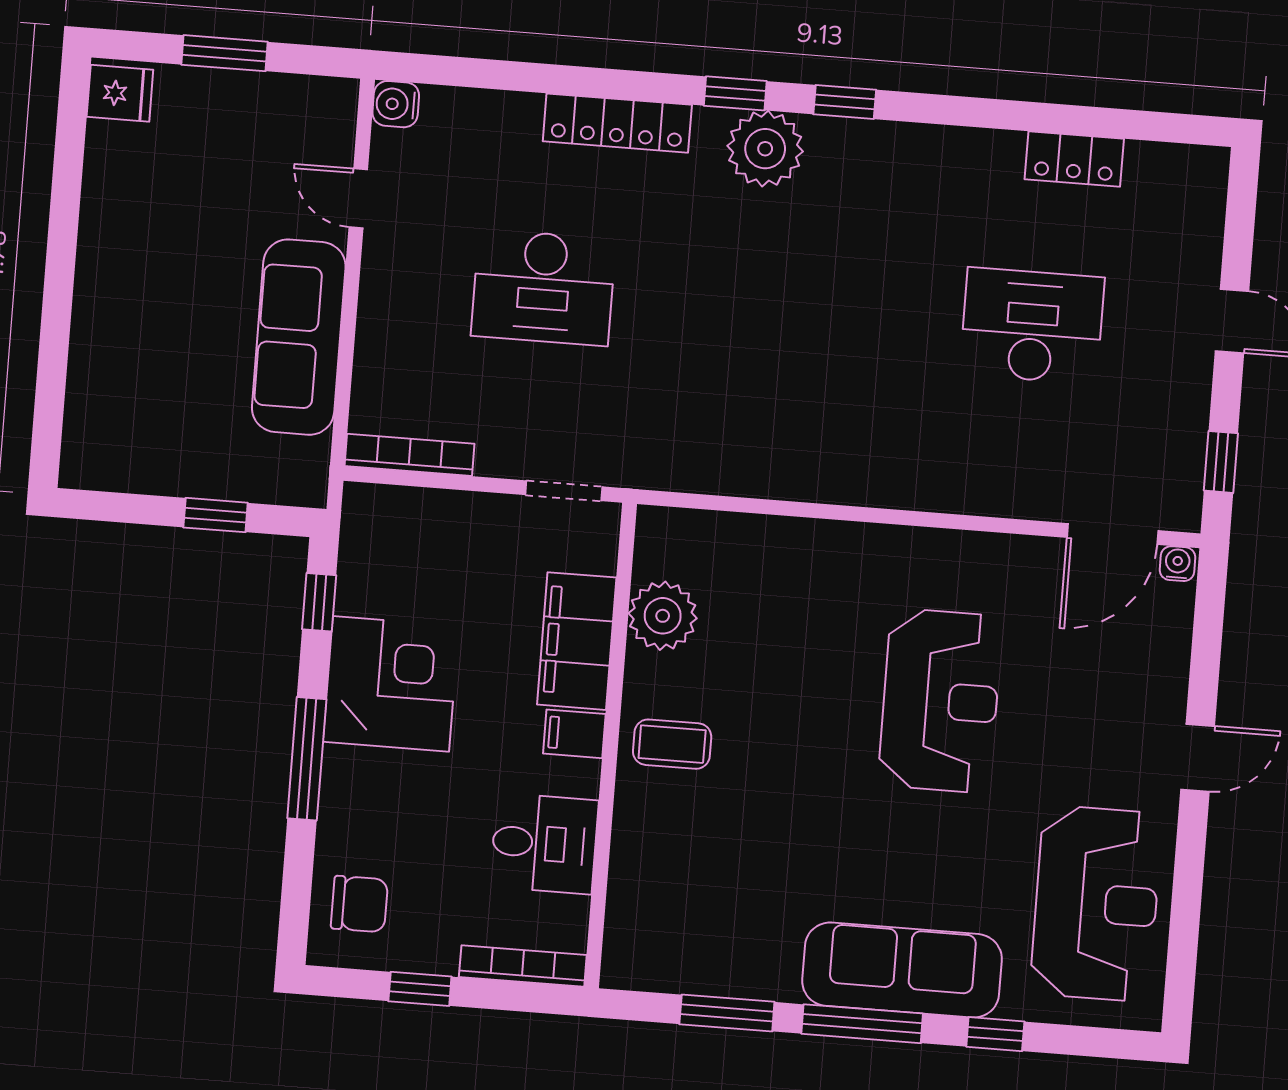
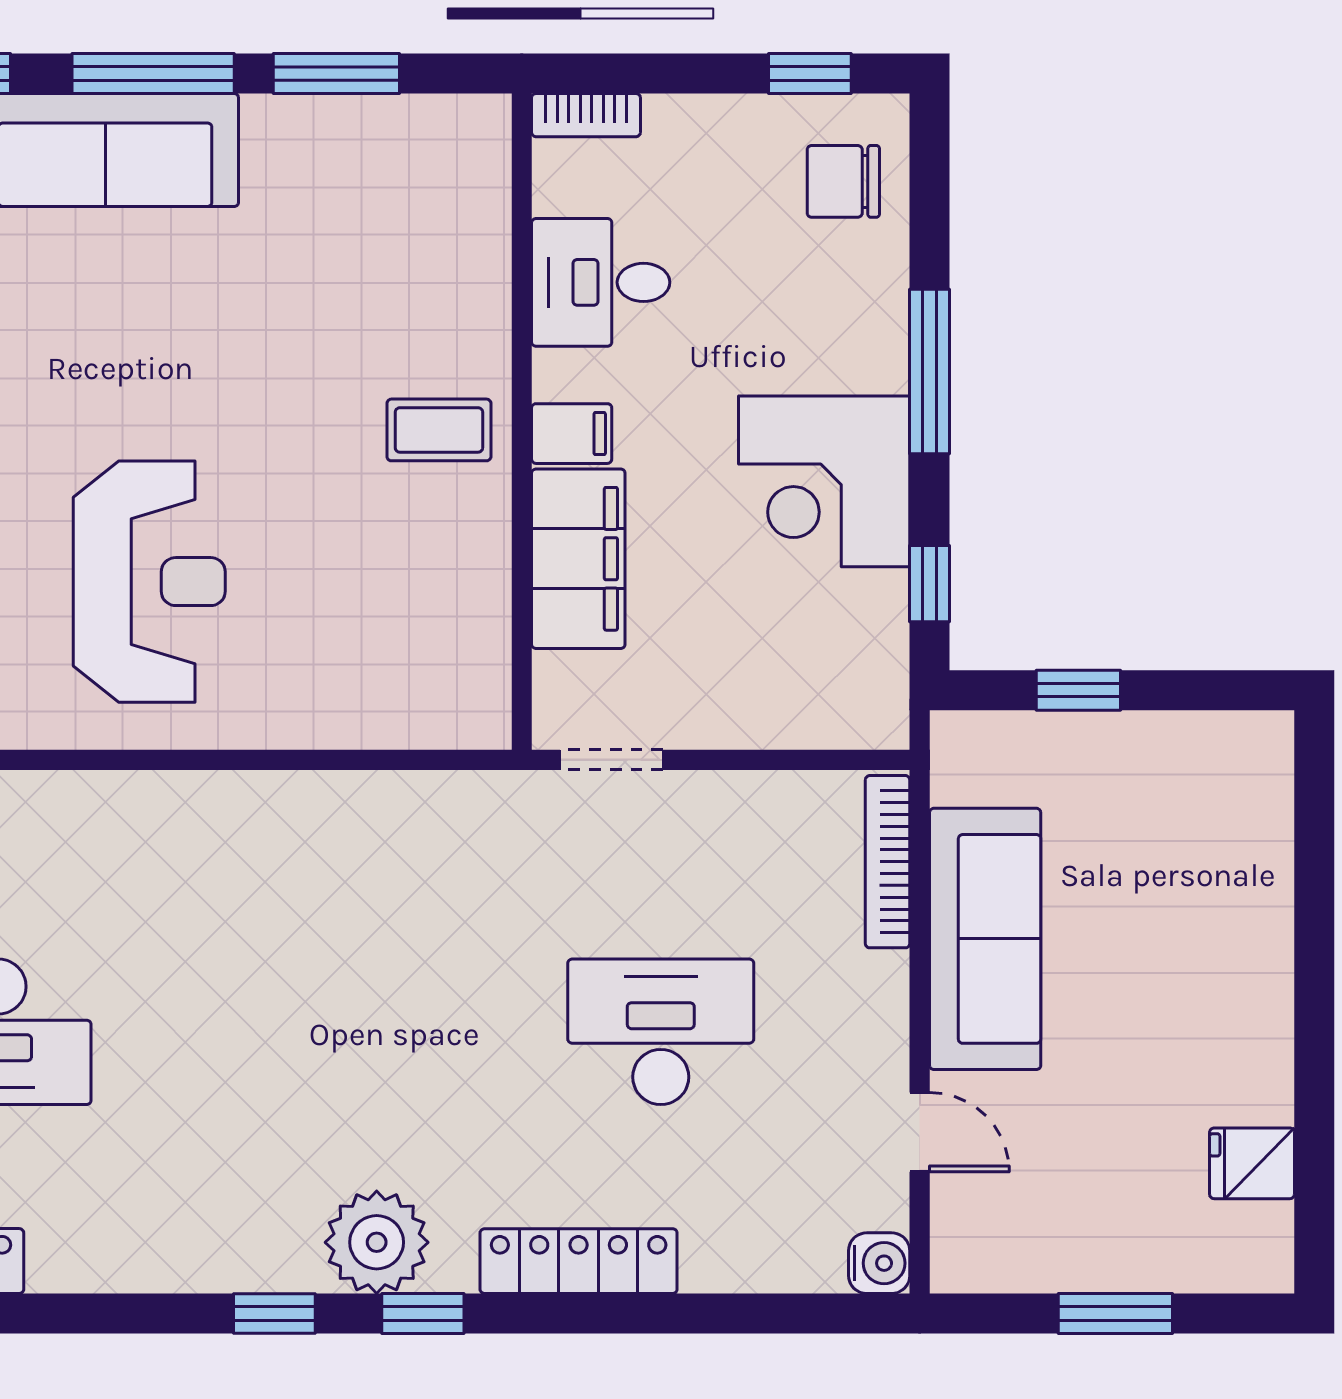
fridge: (120, 93) -> (1252, 1163), moved
bookcase: (410, 455) -> (888, 862), moved, turned 90
plant: (663, 616) -> (465, 602), removed
reception desk: (940, 701) -> (149, 582), moved, turned 180
bookcase: (523, 966) -> (586, 115), width x0.64
window: (420, 989) -> (810, 73), moved

